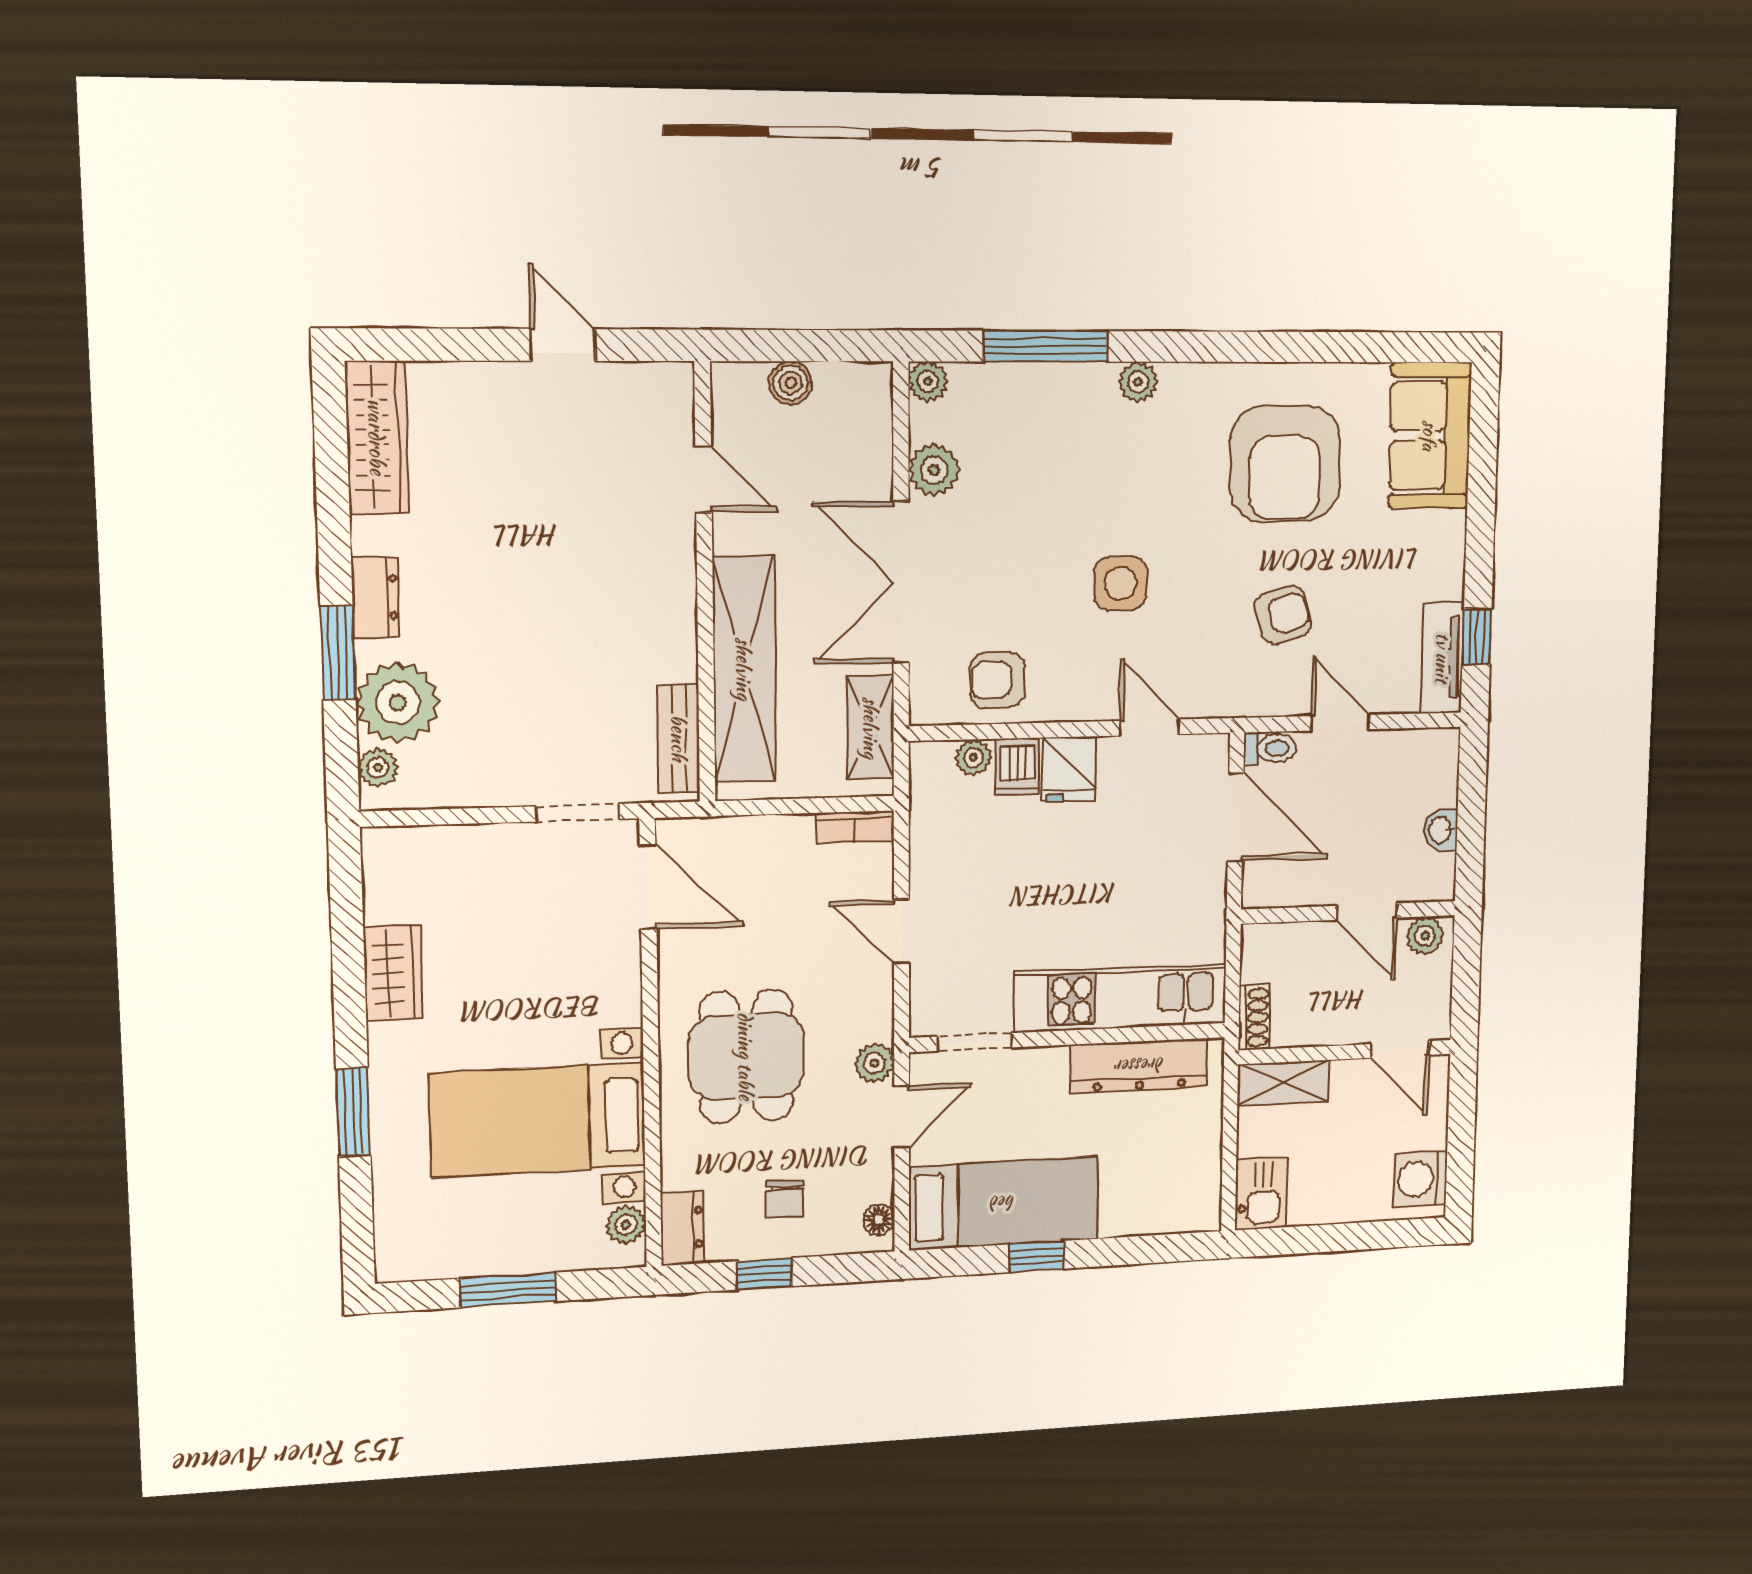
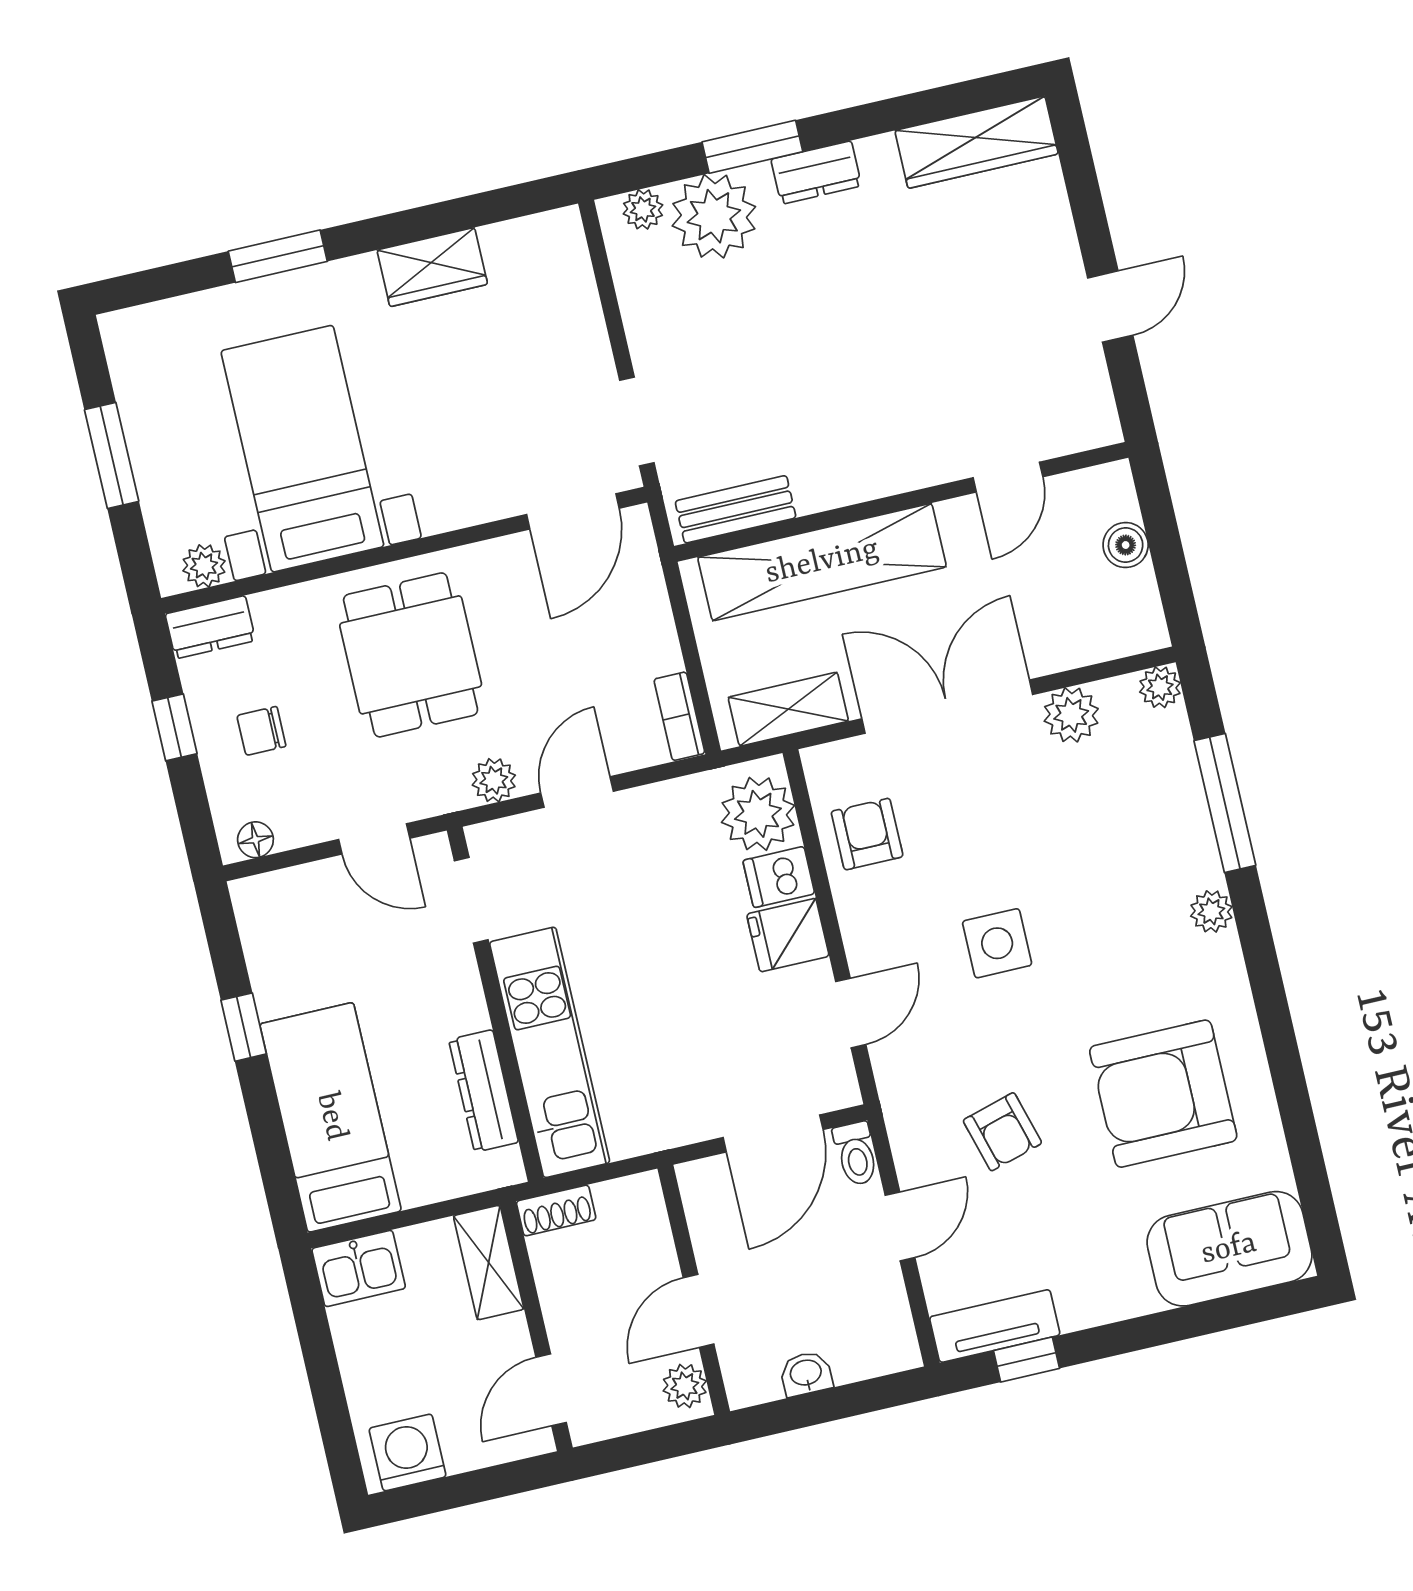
plant: (973, 758) -> (758, 814), width x1.87, depth x1.87
dining table: (746, 1056) -> (411, 655), turned 90
plant: (874, 1063) -> (494, 780), moved
dresser: (1140, 1066) -> (484, 1091), width x0.73, depth x0.80
bed: (1003, 1203) -> (331, 1117), moved, turned 180

